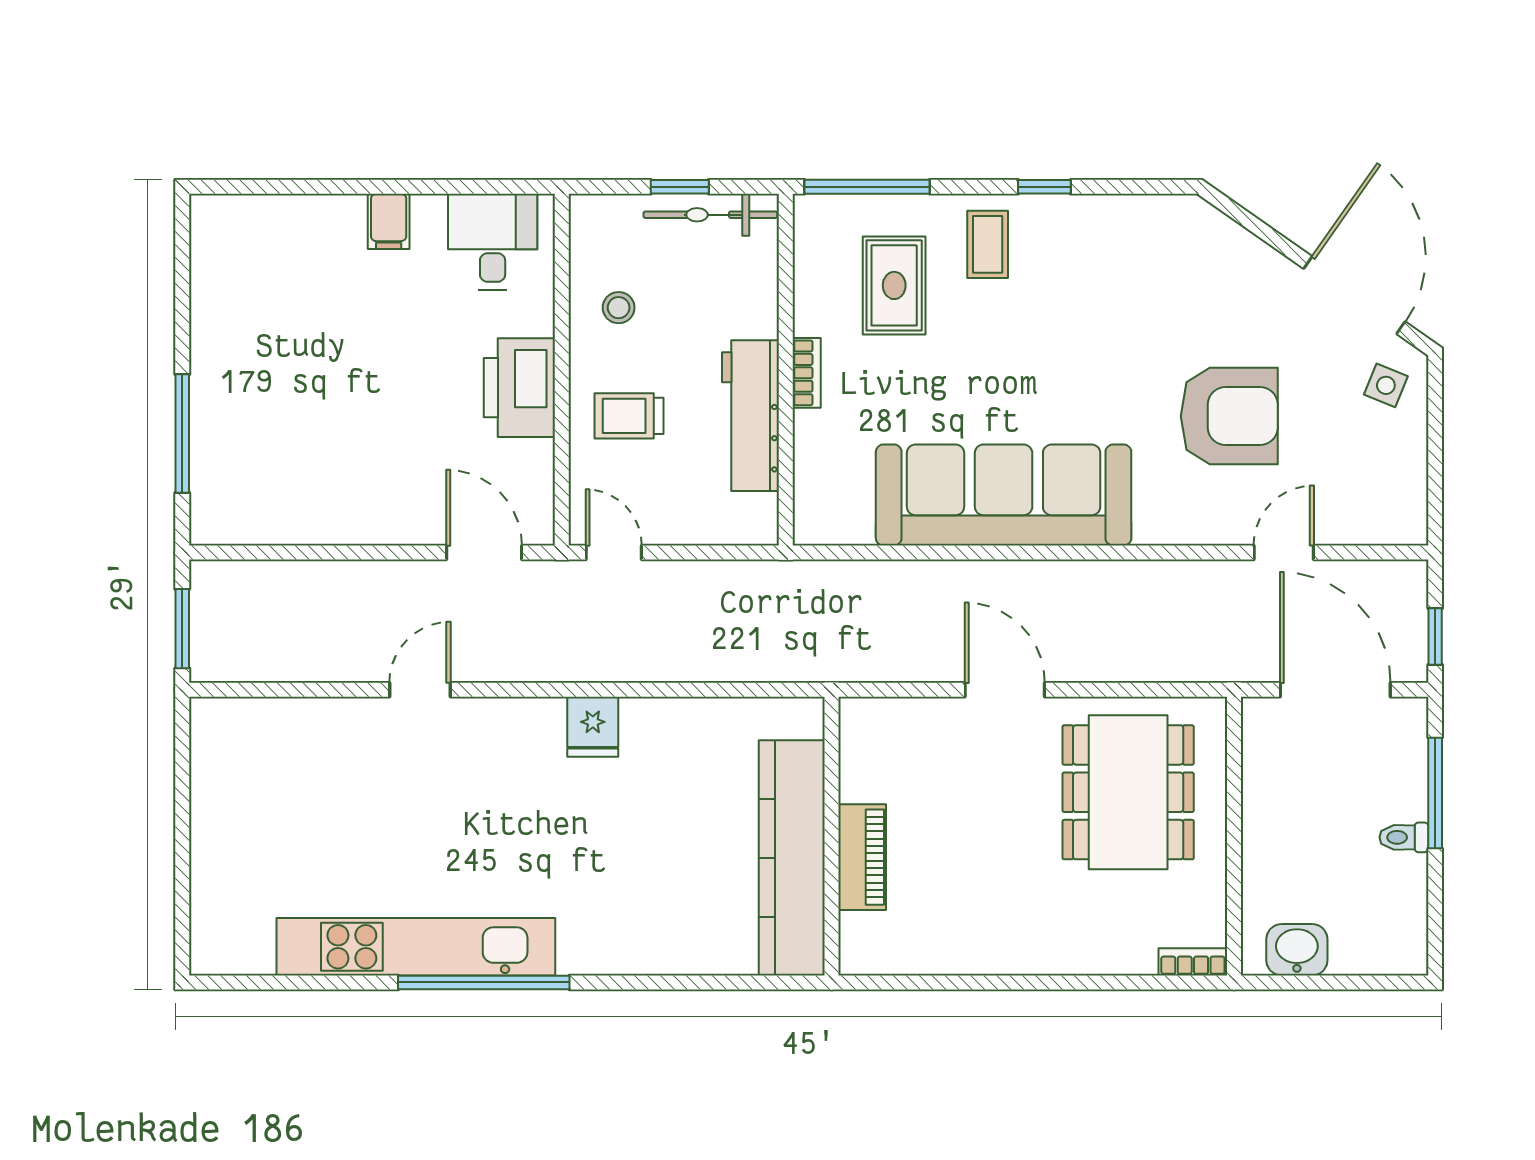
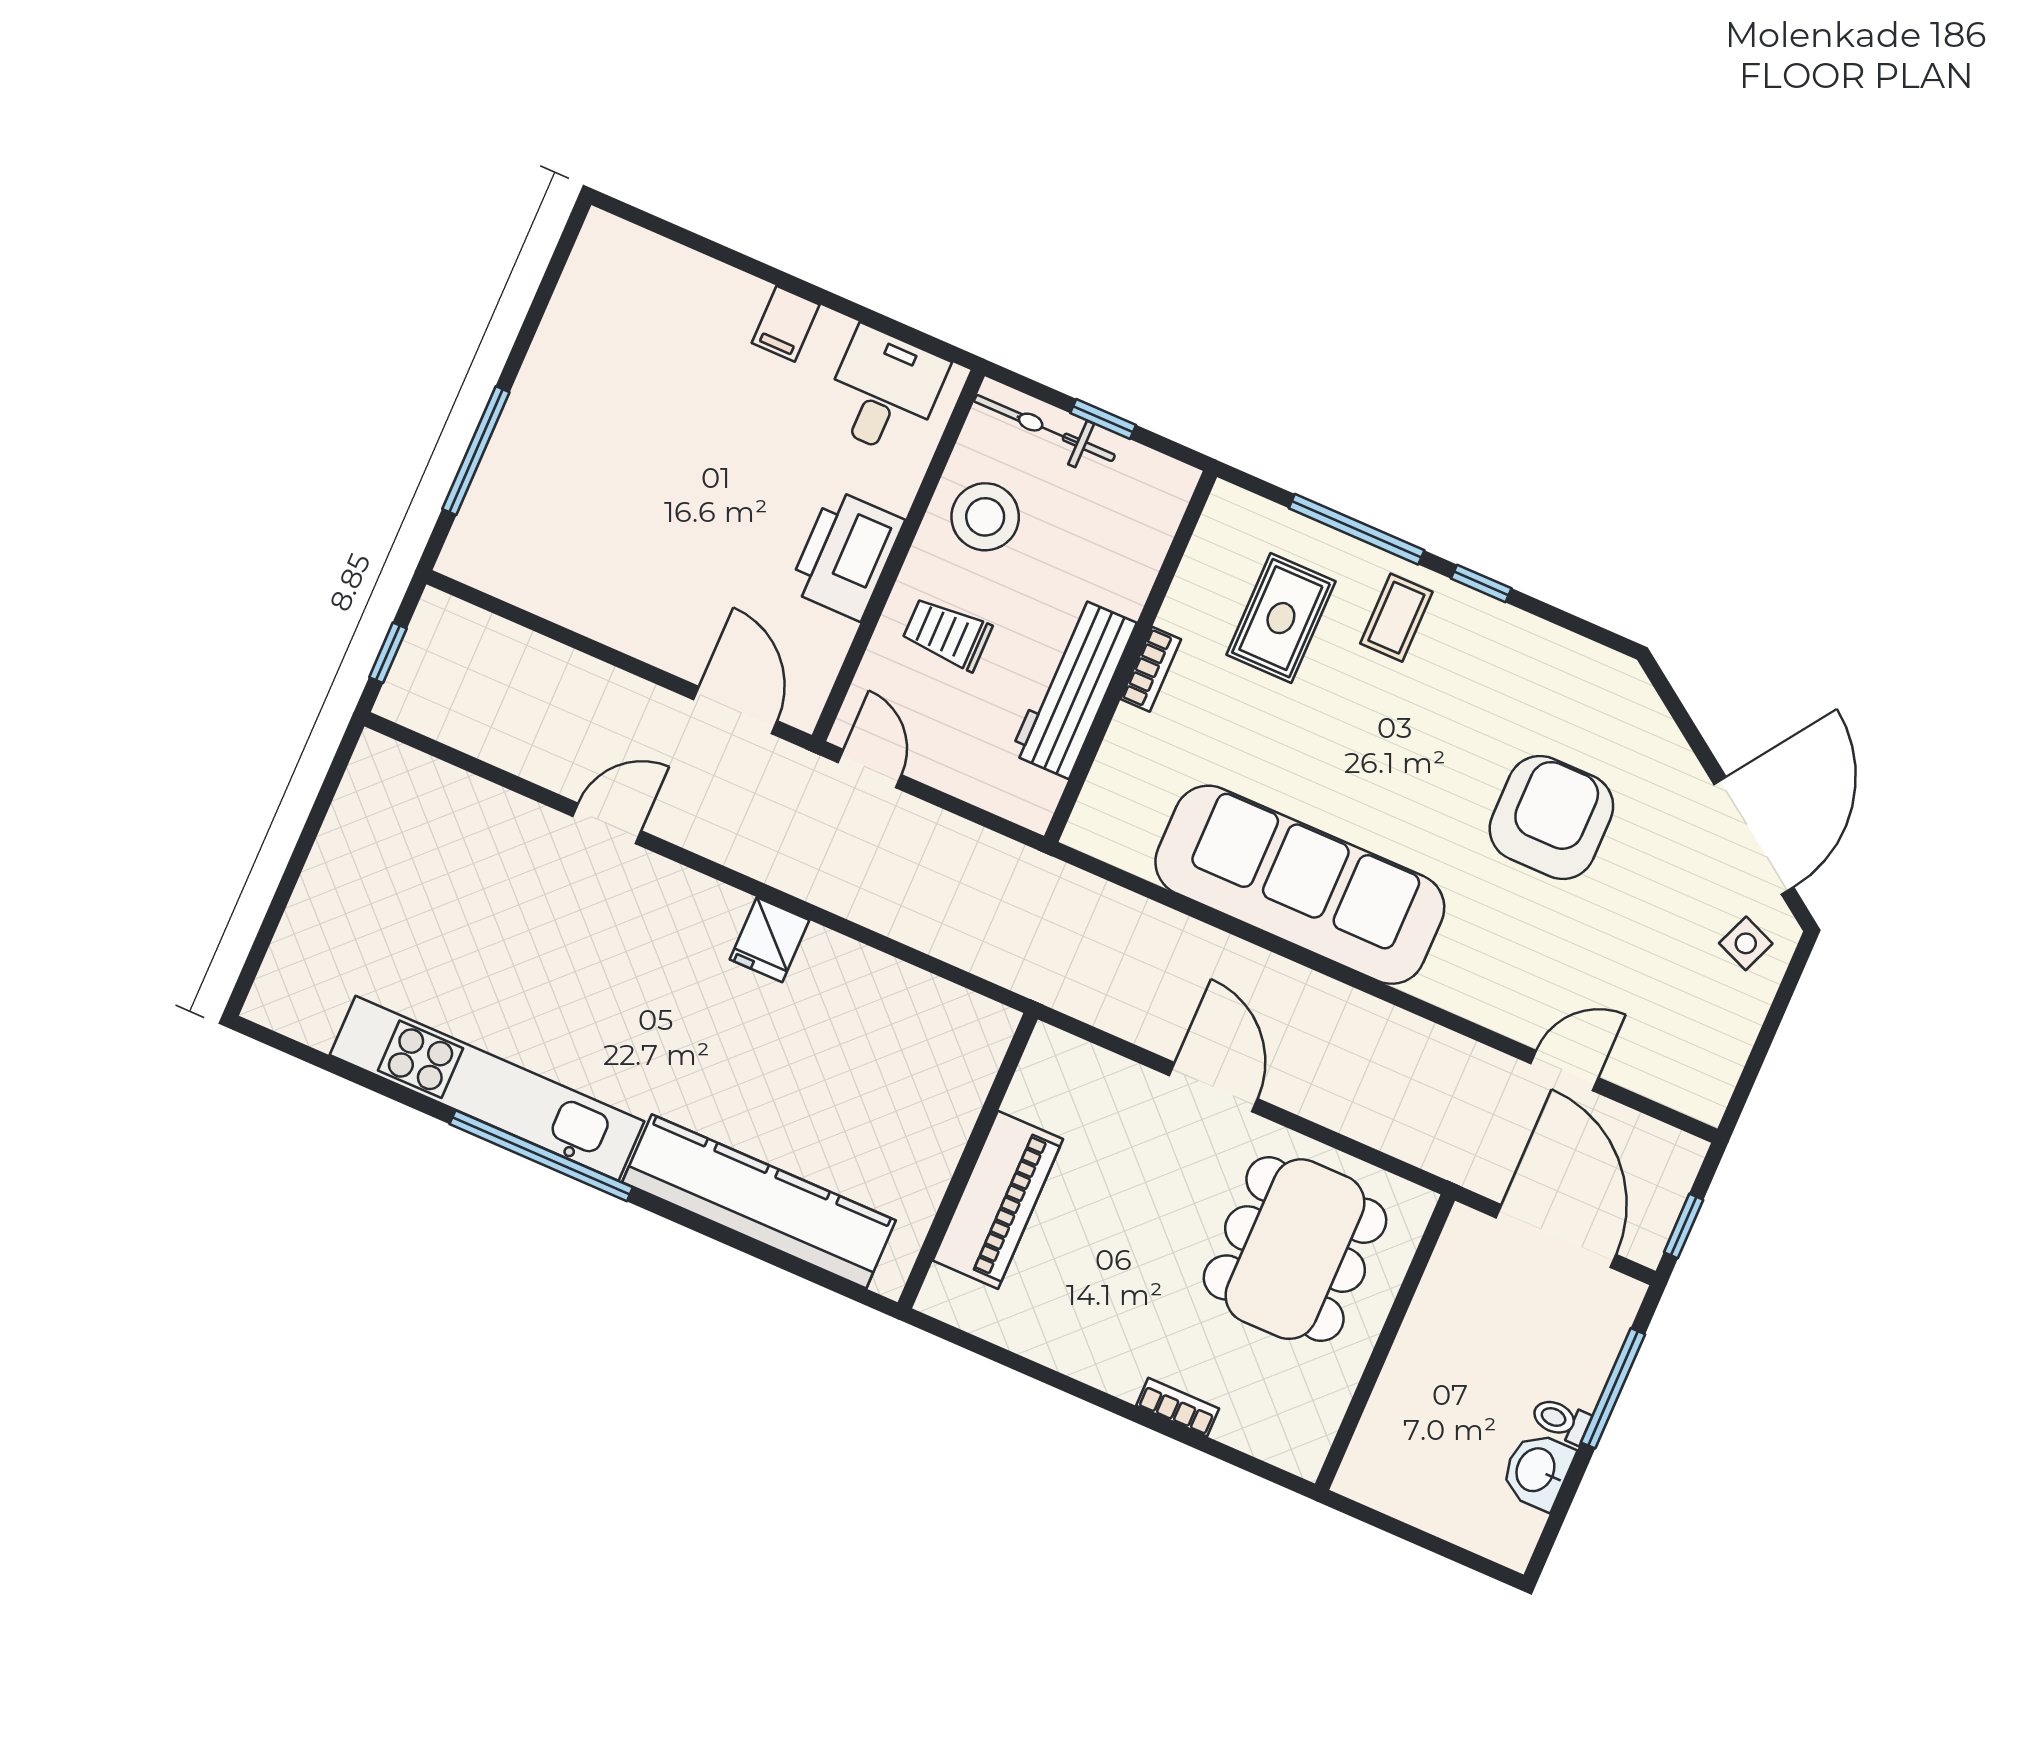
window: (867, 187) -> (1357, 529), moved
bicycle: (710, 215) -> (1044, 428), moved
stool: (619, 308) -> (985, 517), width x1.89, depth x1.89
armchair: (1229, 416) -> (1551, 817), moved, turned -90
window: (182, 629) -> (388, 653), width x0.67
piano: (862, 857) -> (998, 1200), width x1.37, depth x1.33
kitchen counter: (792, 858) -> (759, 1201), moved, turned 90
washbasin: (1297, 950) -> (1537, 1470), moved, turned -90
bookcase: (1193, 962) -> (1178, 1407), moved

